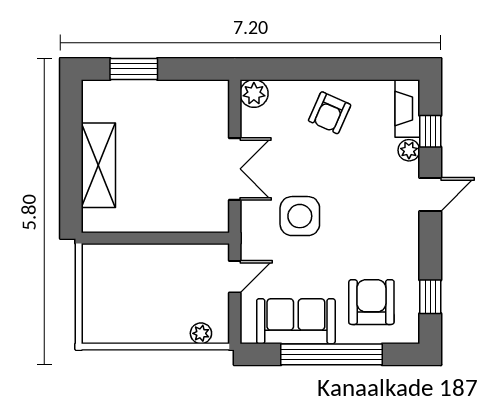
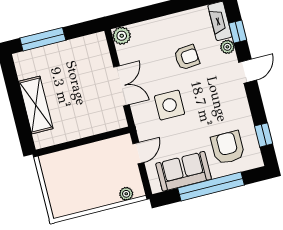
window: (134, 69) -> (43, 39), width x1.44
armchair: (330, 113) -> (187, 57), moved, turned -119

